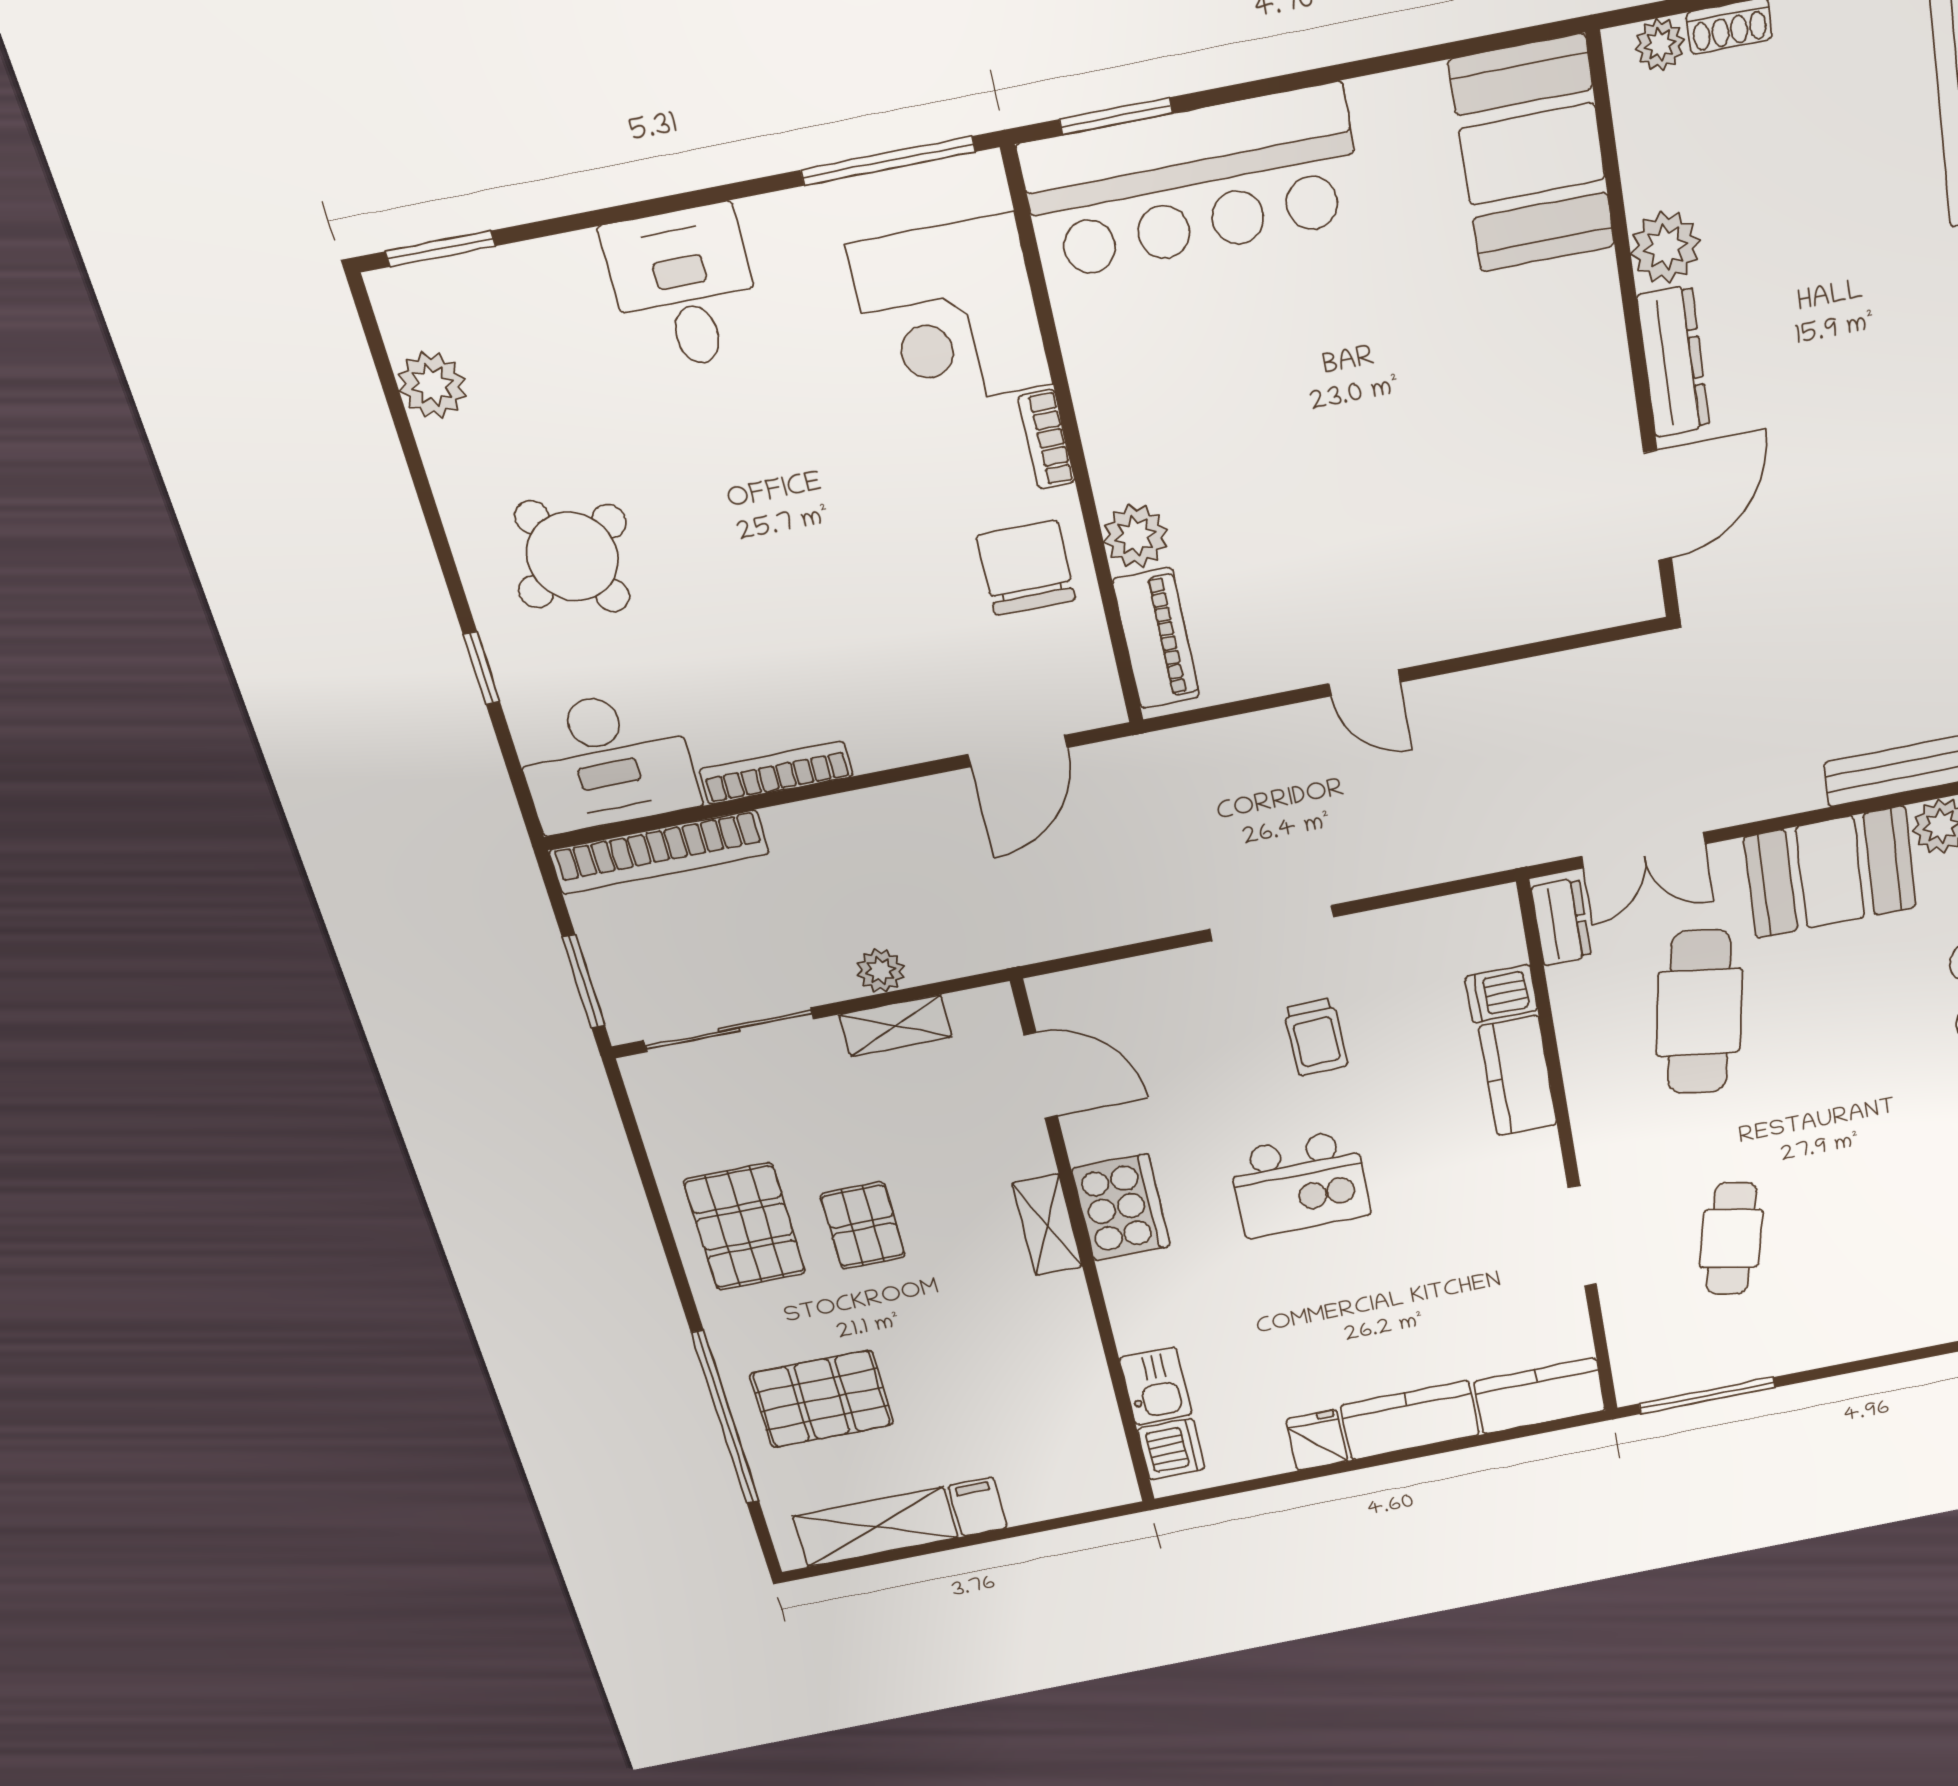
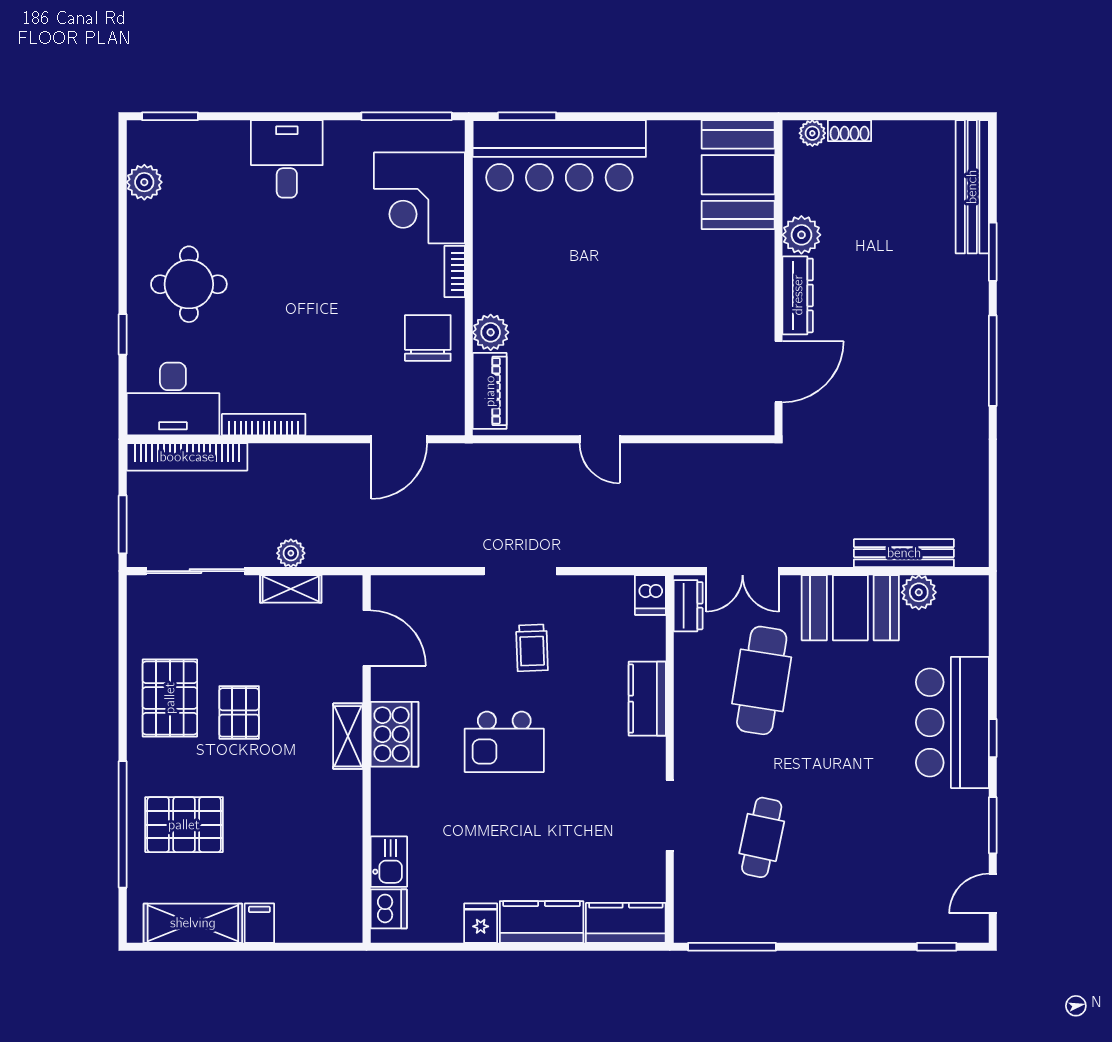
round table: (572, 557) -> (189, 284), turned 31
dishwasher: (1501, 994) -> (650, 595), moved, turned -90

